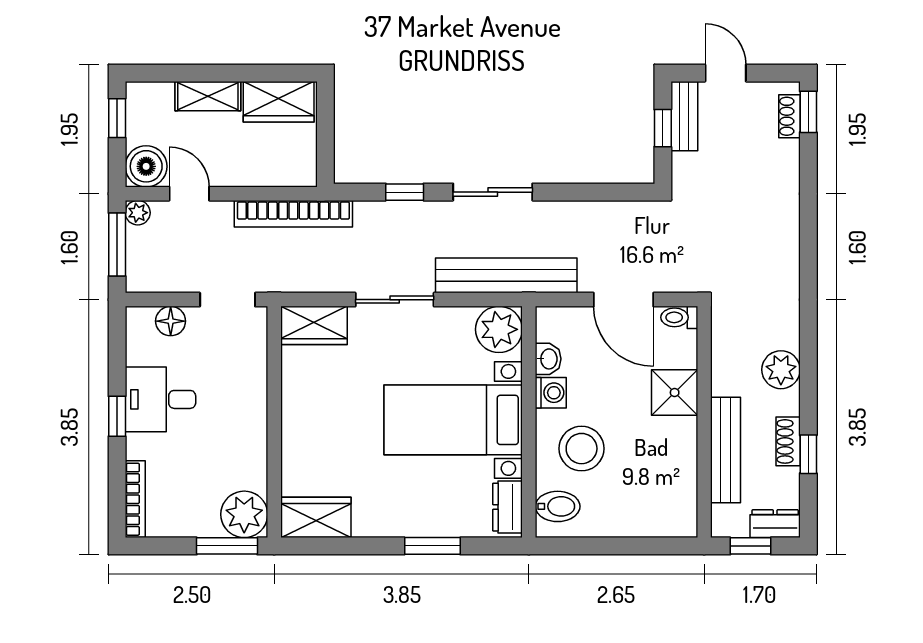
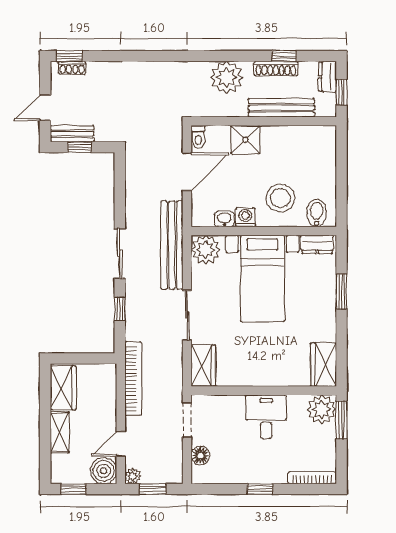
window: (117, 245) -> (153, 489), width x0.67
plant: (781, 370) -> (227, 77), width x1.36, depth x1.36
desk: (160, 399) -> (266, 417), moved, turned 180
shoe rack: (788, 441) -> (276, 69), width x1.43

